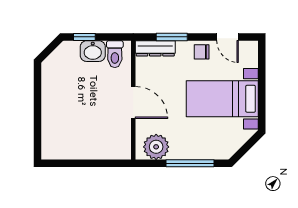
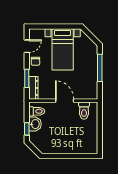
door: (133, 102) -> (65, 101), hinge flipped
toilet: (116, 136) -> (84, 111), added
plant: (156, 147) -> (90, 87), removed

